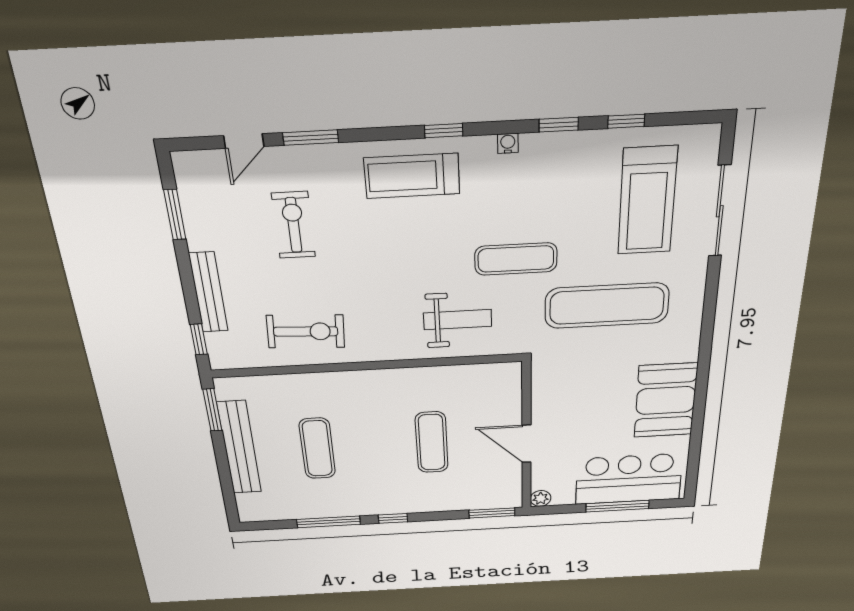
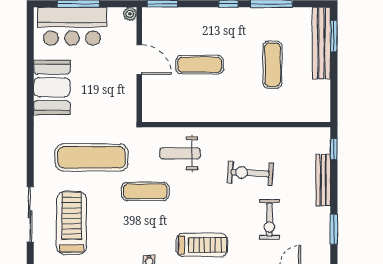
exercise bike: (306, 331) -> (250, 173), moved
window: (212, 410) -> (334, 36), moved
exercise mat: (432, 442) -> (200, 65), turned 90
bench: (239, 448) -> (322, 43), moved

